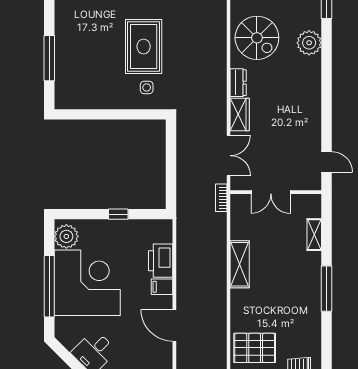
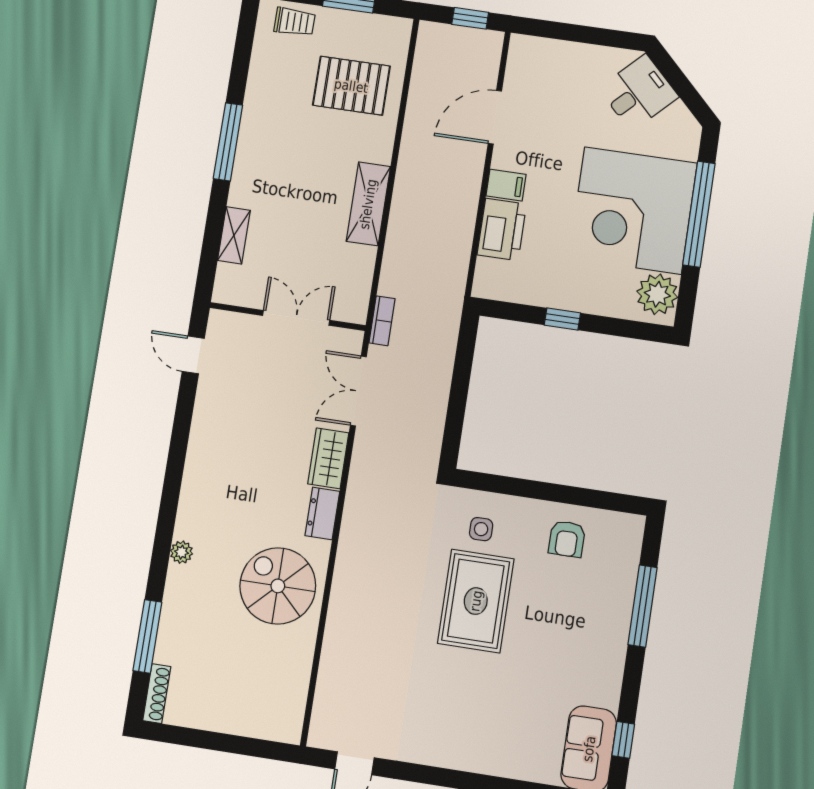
plant: (309, 43) -> (182, 552), width x0.53, depth x0.53
armchair: (97, 89) -> (567, 539), added
door: (174, 325) -> (495, 117), swing flipped
pallet: (255, 348) -> (351, 86), moved

